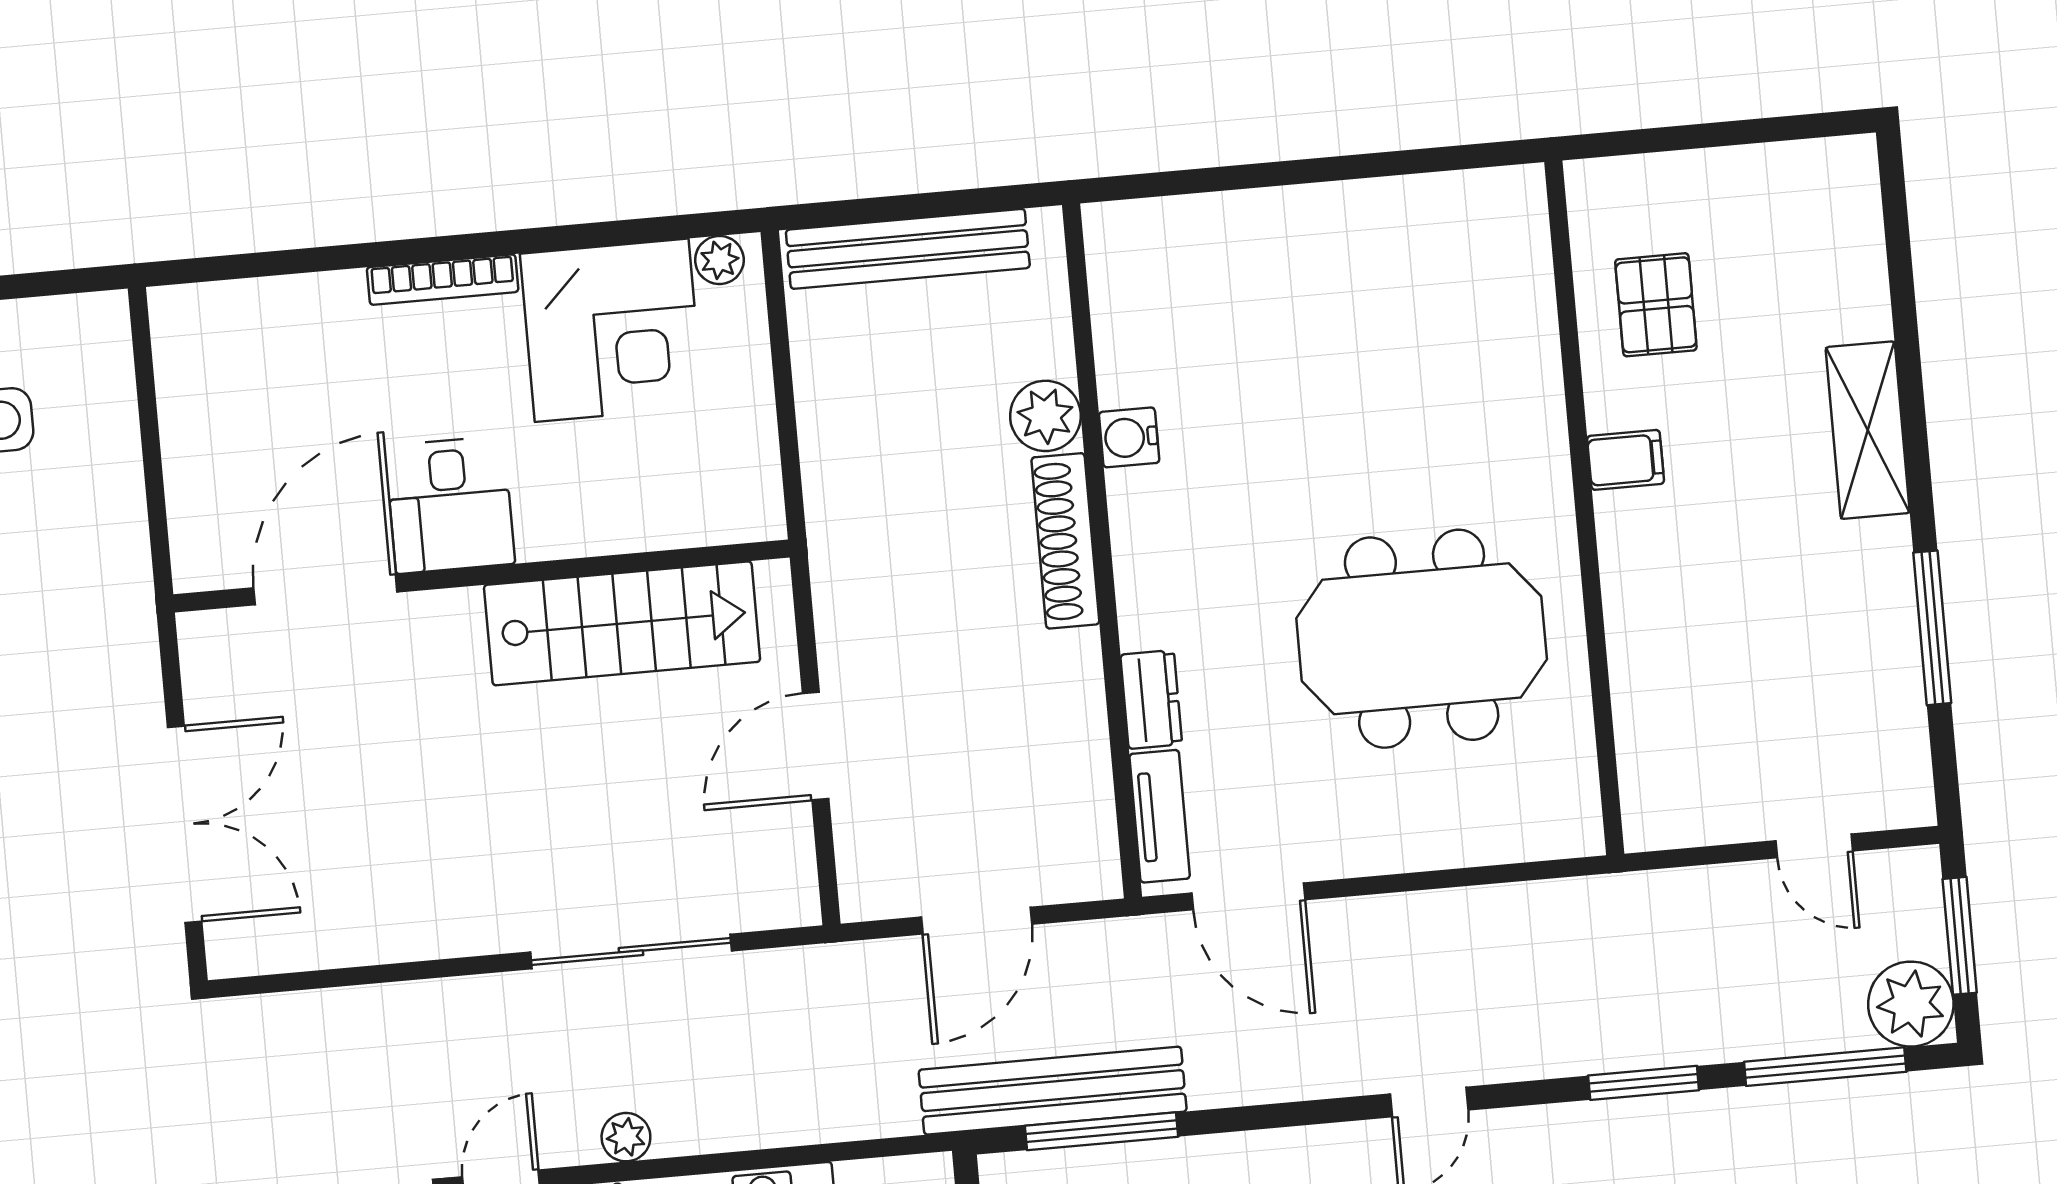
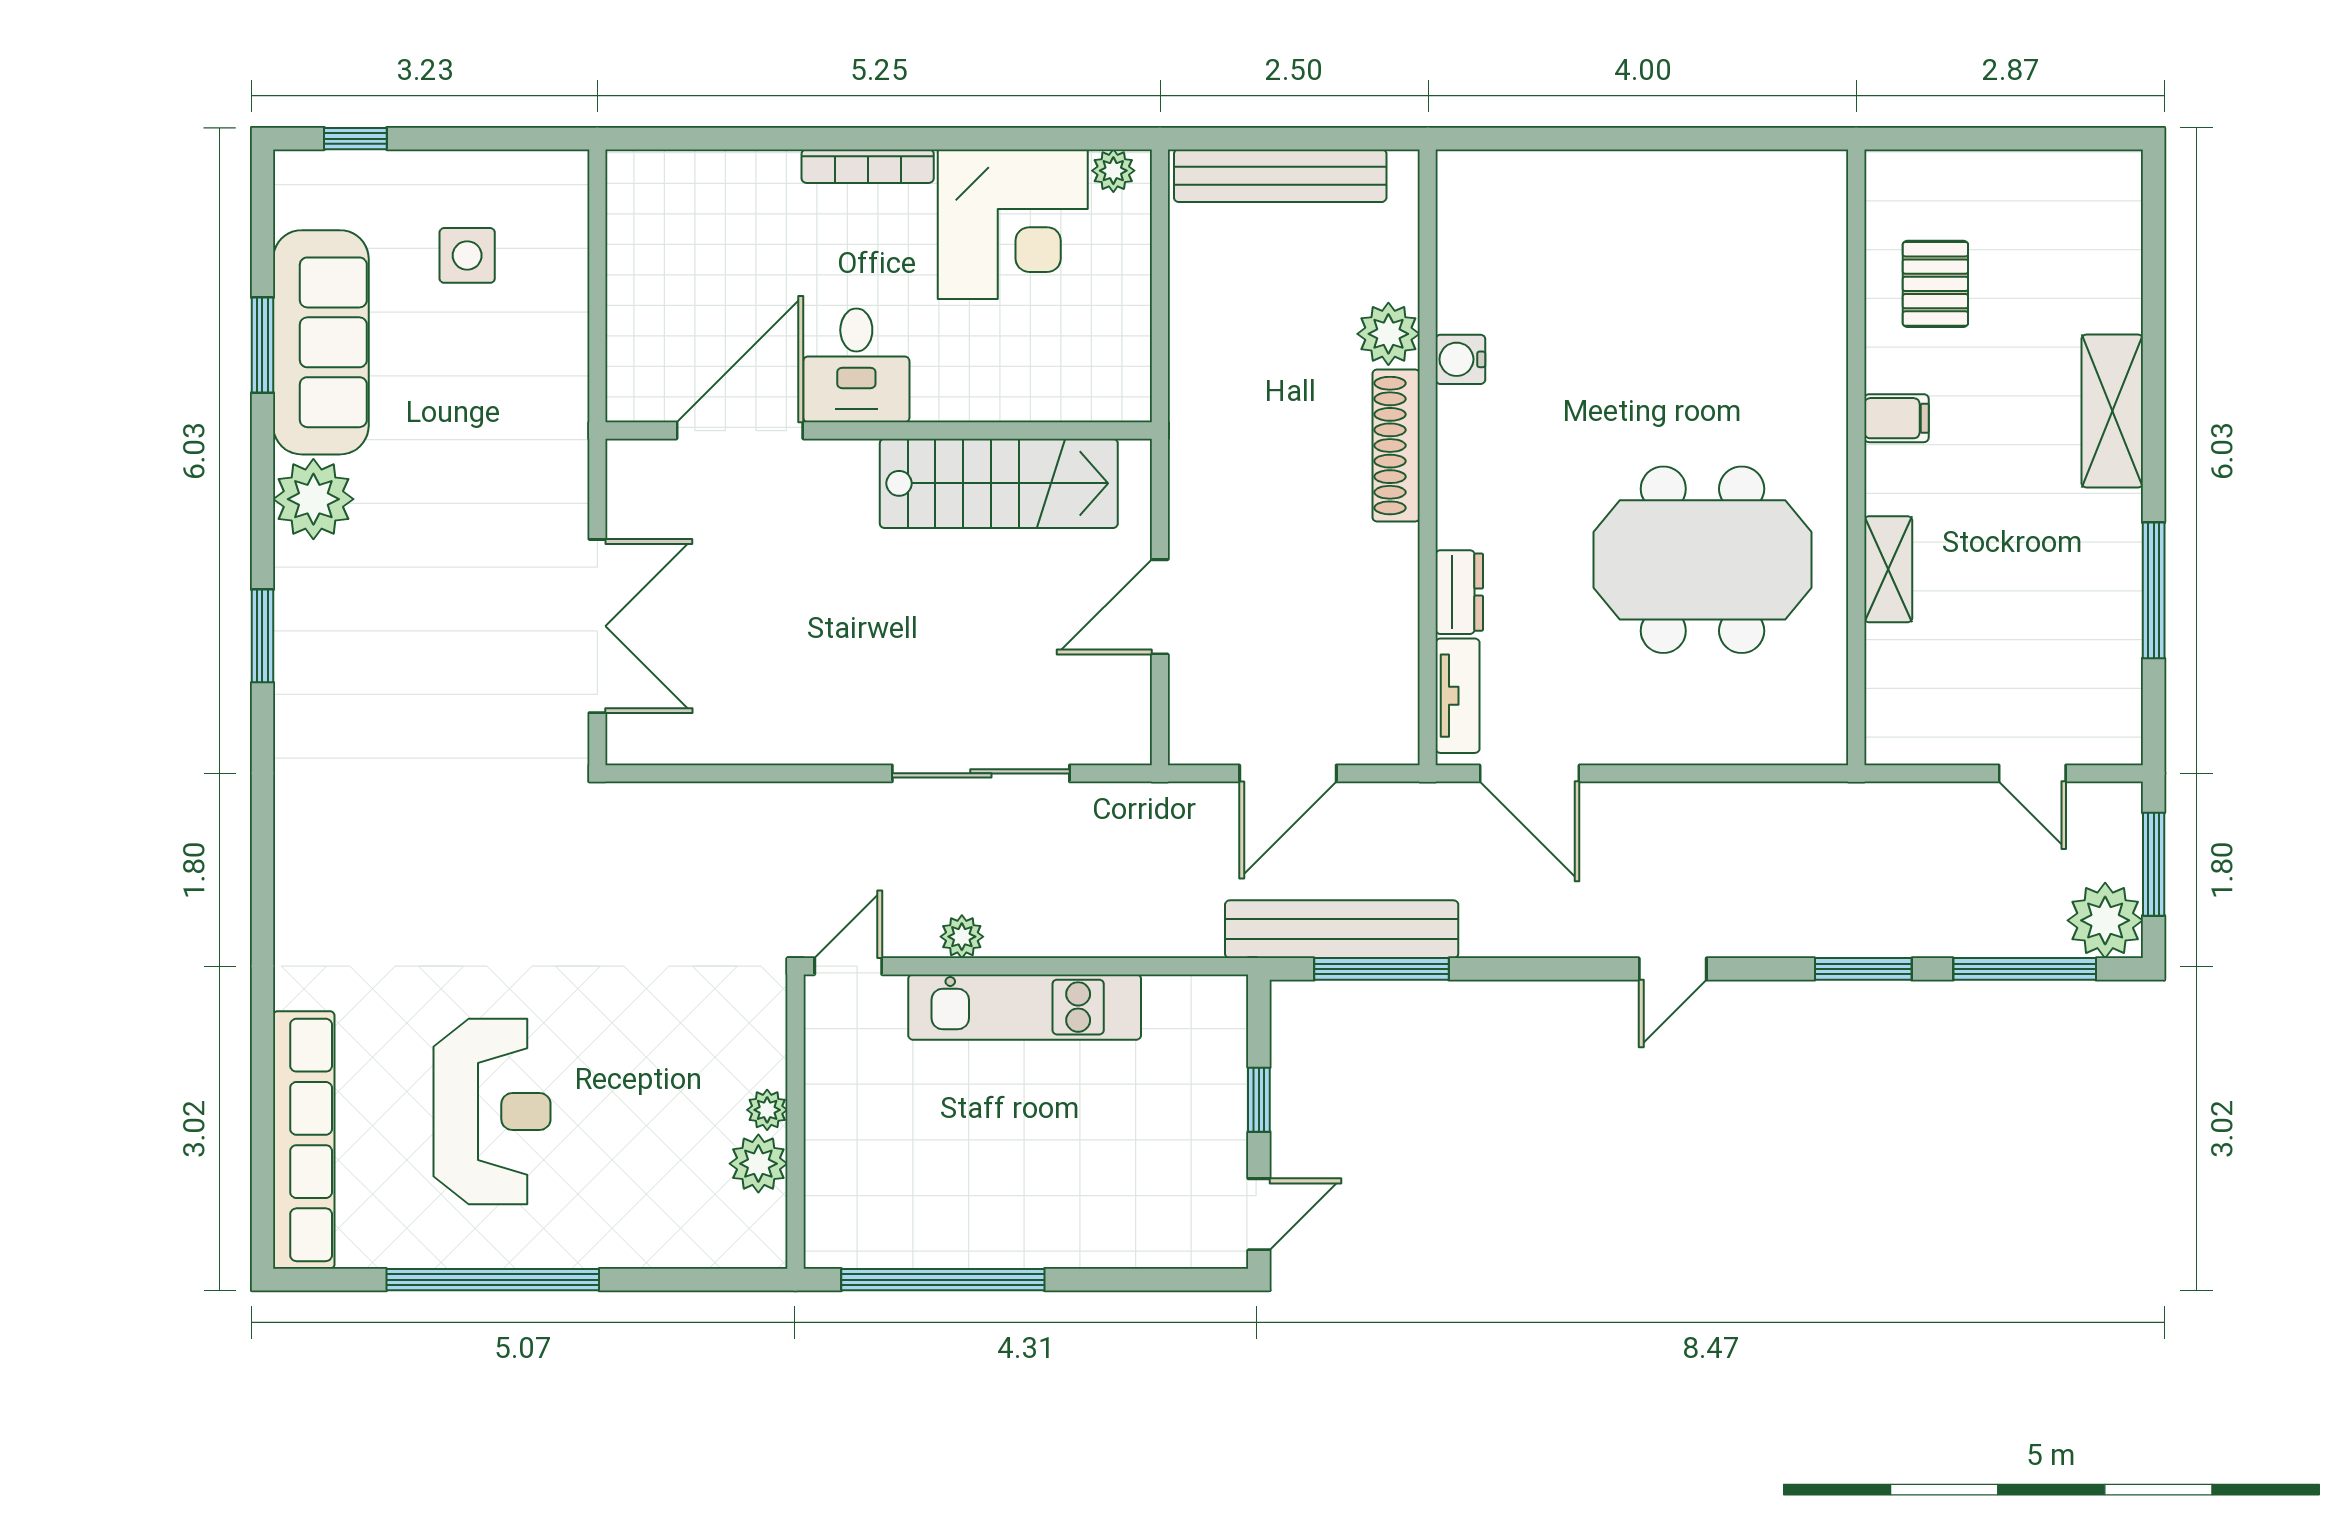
shelving: (1631, 631) -> (1888, 569), added

